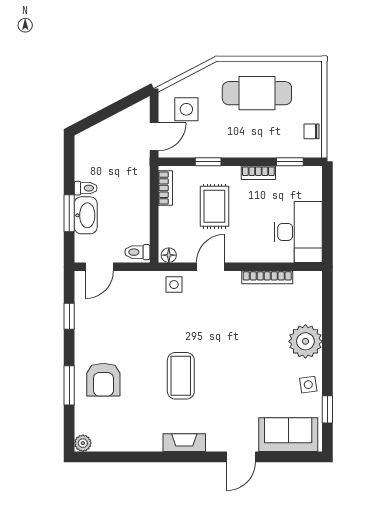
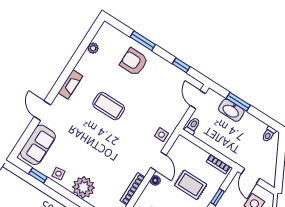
toilet: (86, 188) -> (269, 134), moved
floor lamp: (169, 255) -> (155, 180), moved
plant: (83, 443) -> (93, 48), moved

